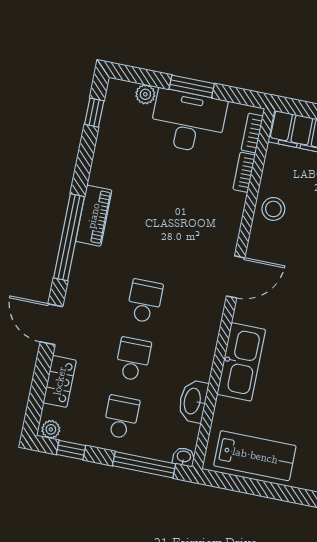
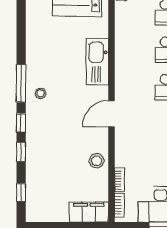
washbasin: (193, 401) -> (122, 31), removed

